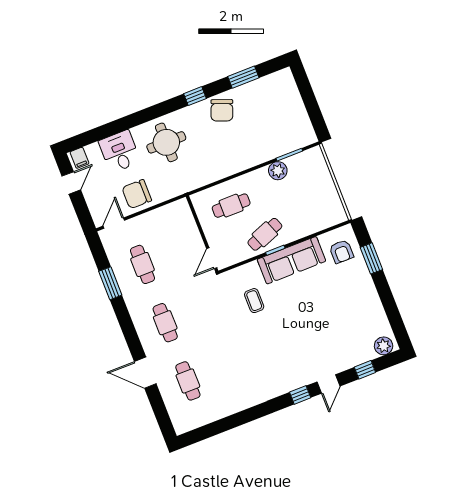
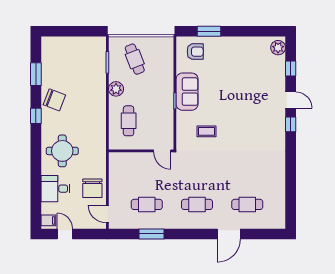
plant: (278, 171) -> (116, 89), moved
cafe table: (265, 234) -> (135, 59), moved
sofa: (291, 260) -> (187, 92), width x0.73

